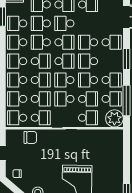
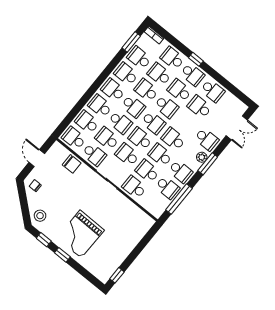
school desk: (88, 42) -> (199, 107), moved
school desk: (41, 99) -> (107, 138), turned 180
school desk: (88, 99) -> (147, 171), turned 180
school desk: (88, 118) -> (134, 187), turned 180
plant: (114, 118) -> (202, 157), moved, width x0.53, depth x0.53

